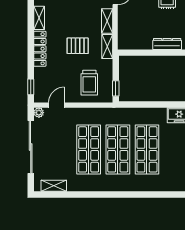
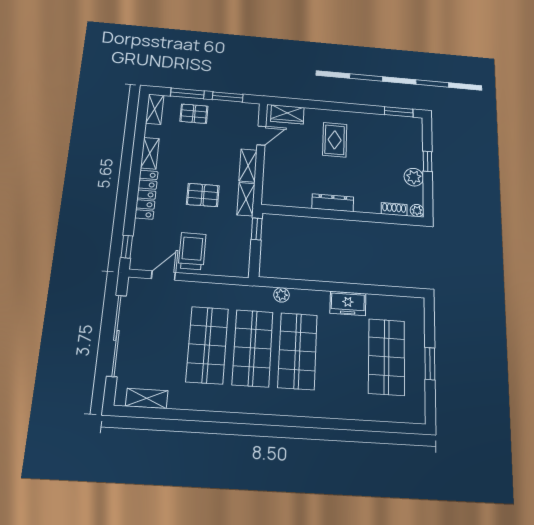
trolley: (89, 83) -> (192, 251), moved, turned 180
window: (116, 88) -> (257, 229), moved
plant: (39, 113) -> (281, 295), moved

